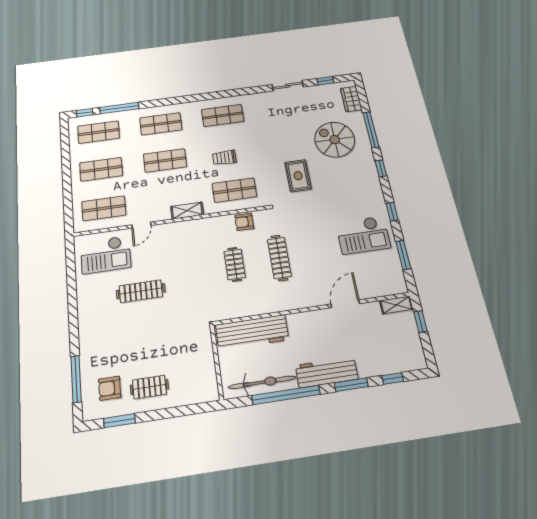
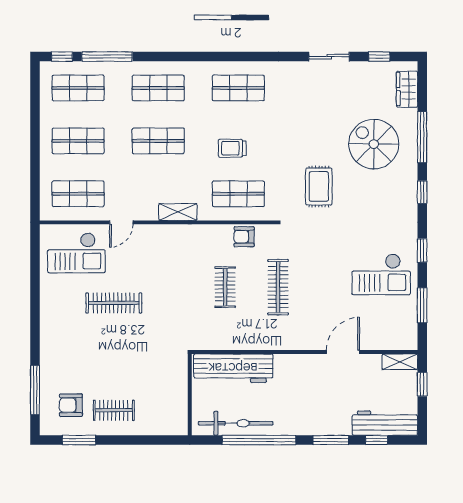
workbench: (327, 372) -> (385, 423), moved

